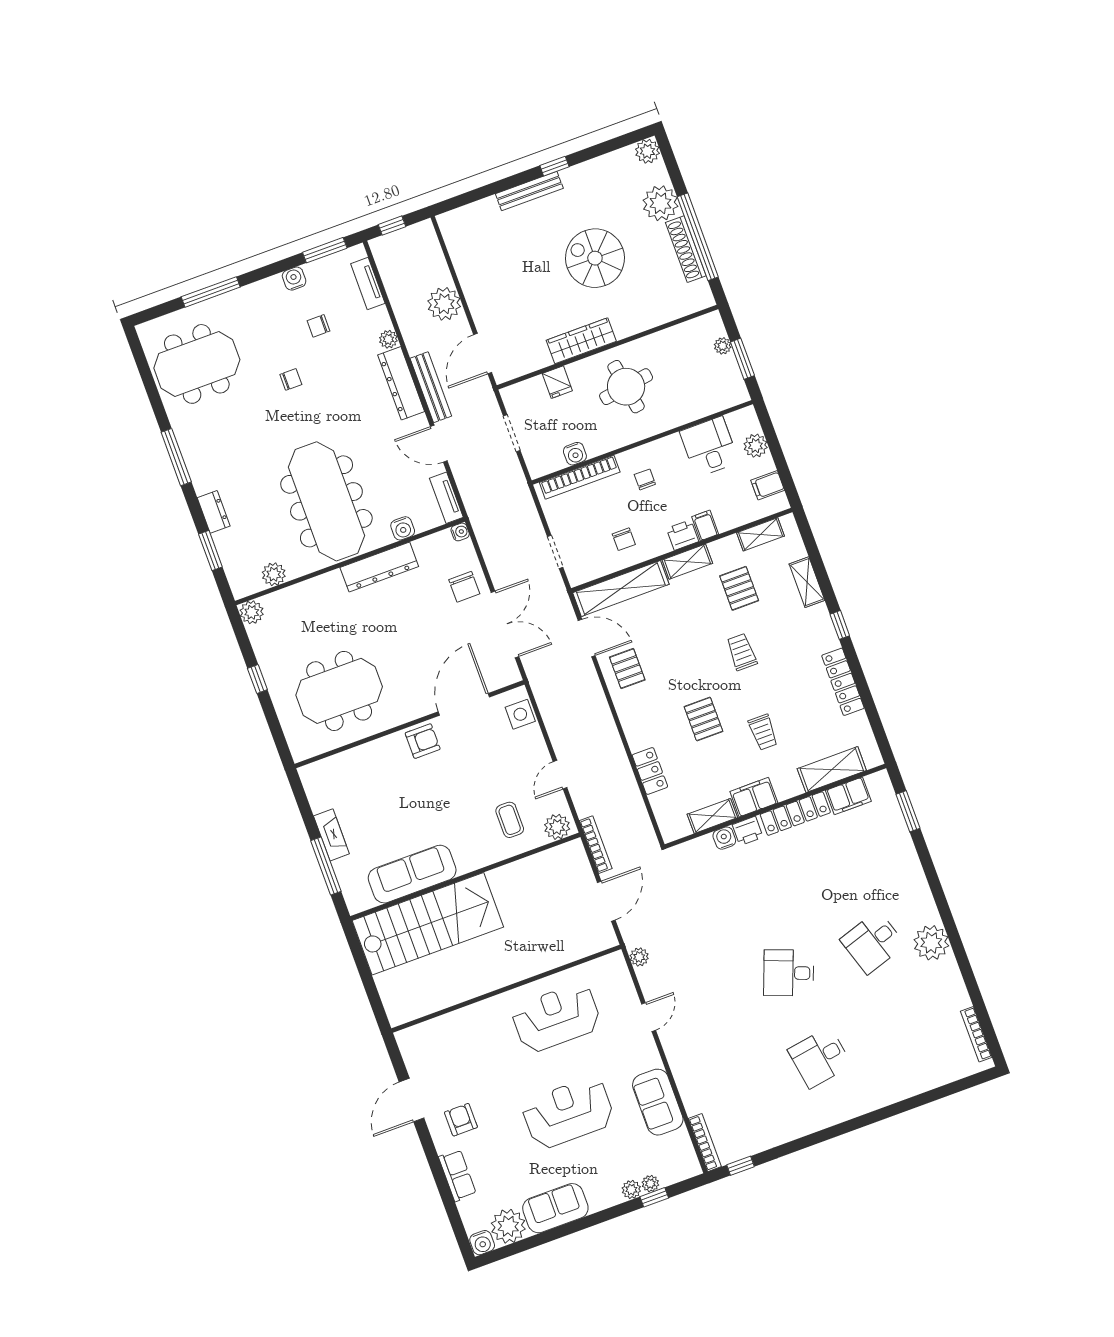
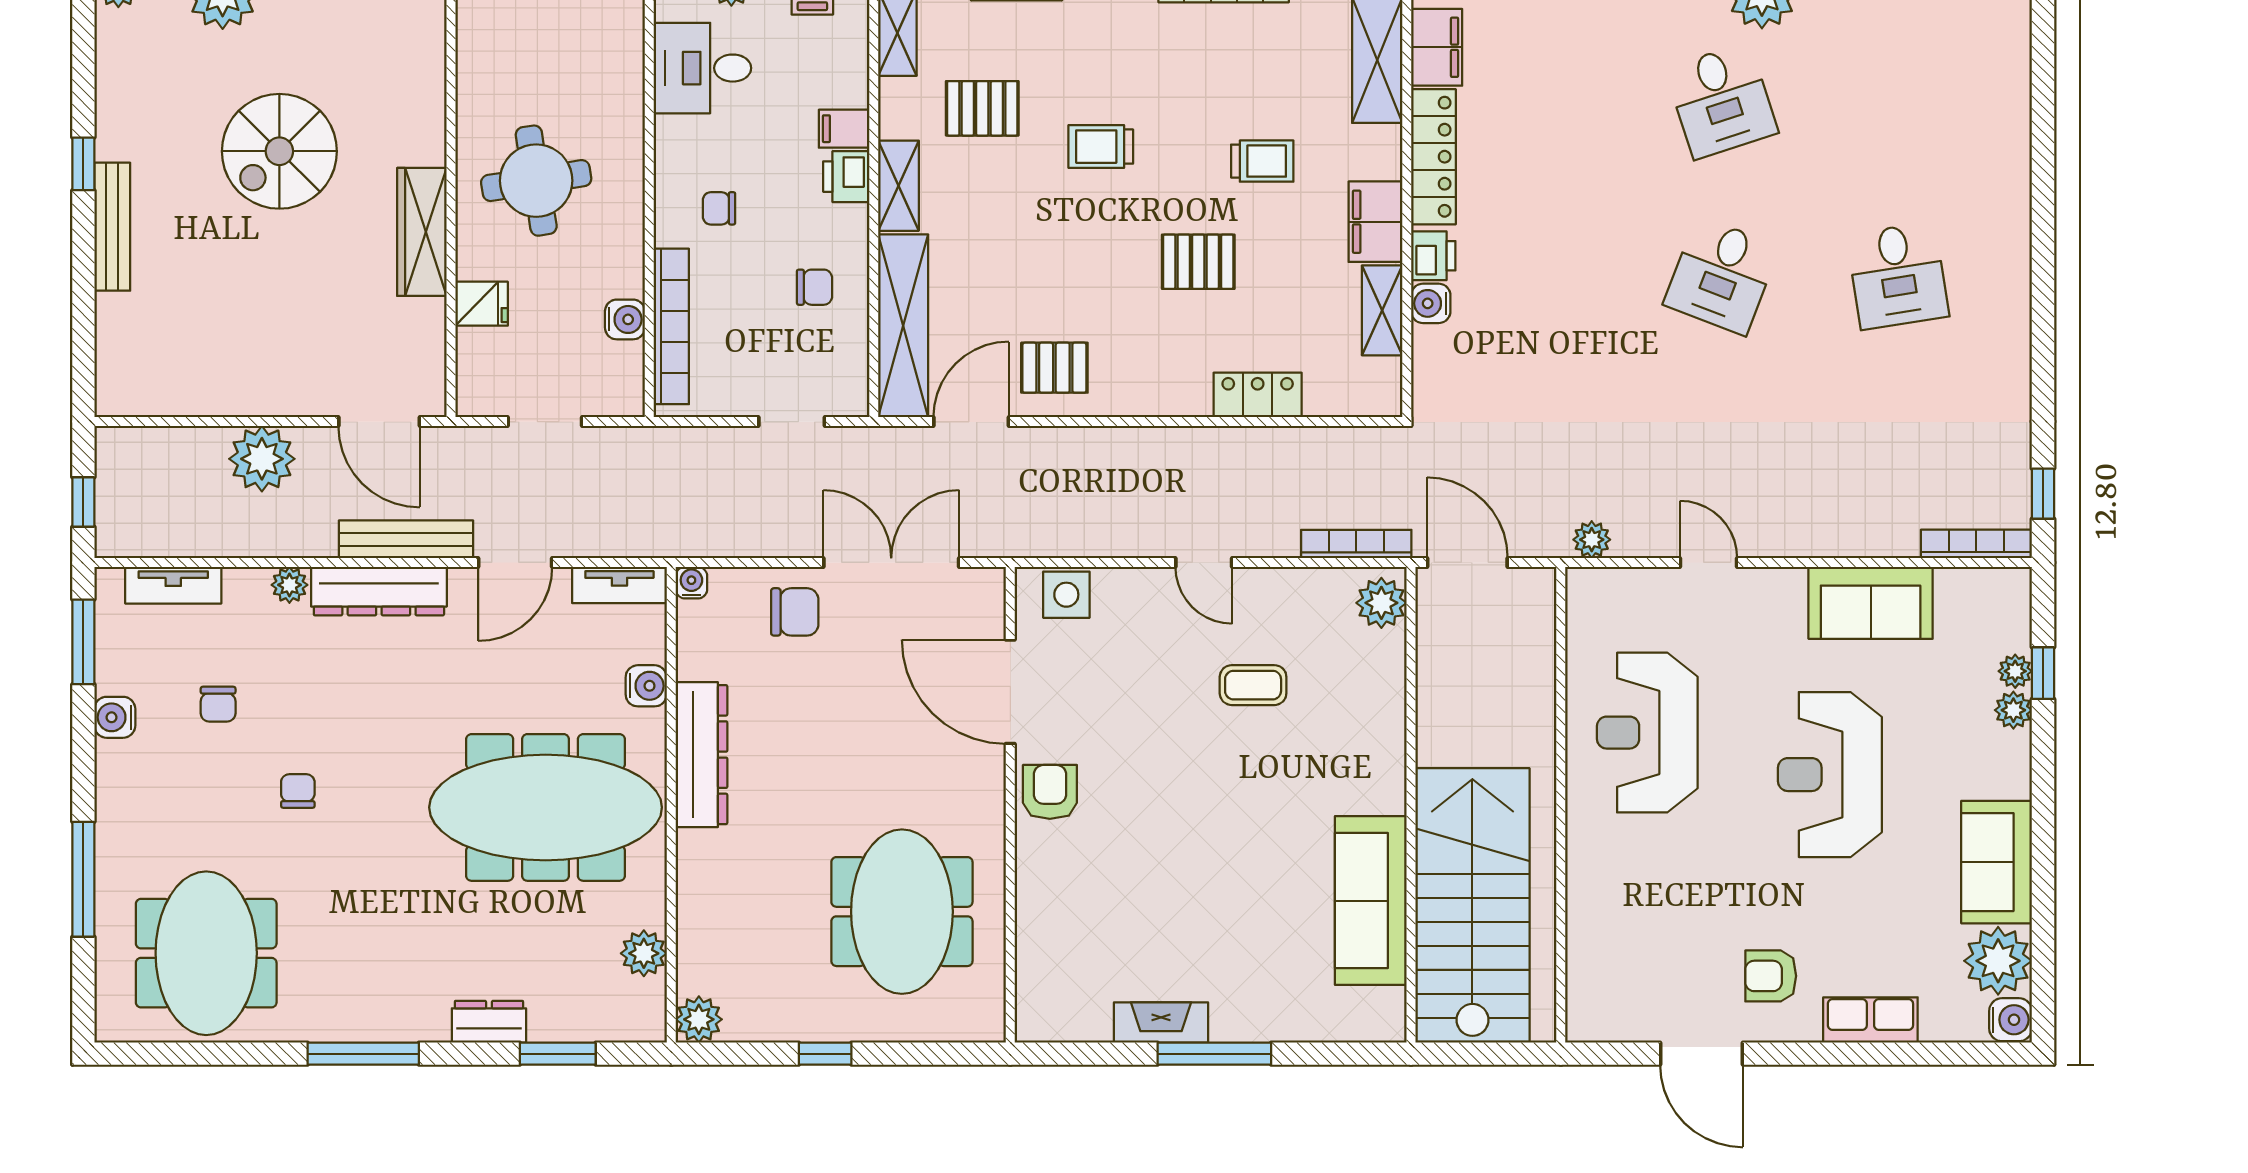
plant: (557, 827) -> (1381, 603), moved
sofa: (412, 874) -> (1371, 901), moved
wall: (465, 877) -> (1411, 805), moved
stairs: (428, 924) -> (1472, 905), moved

